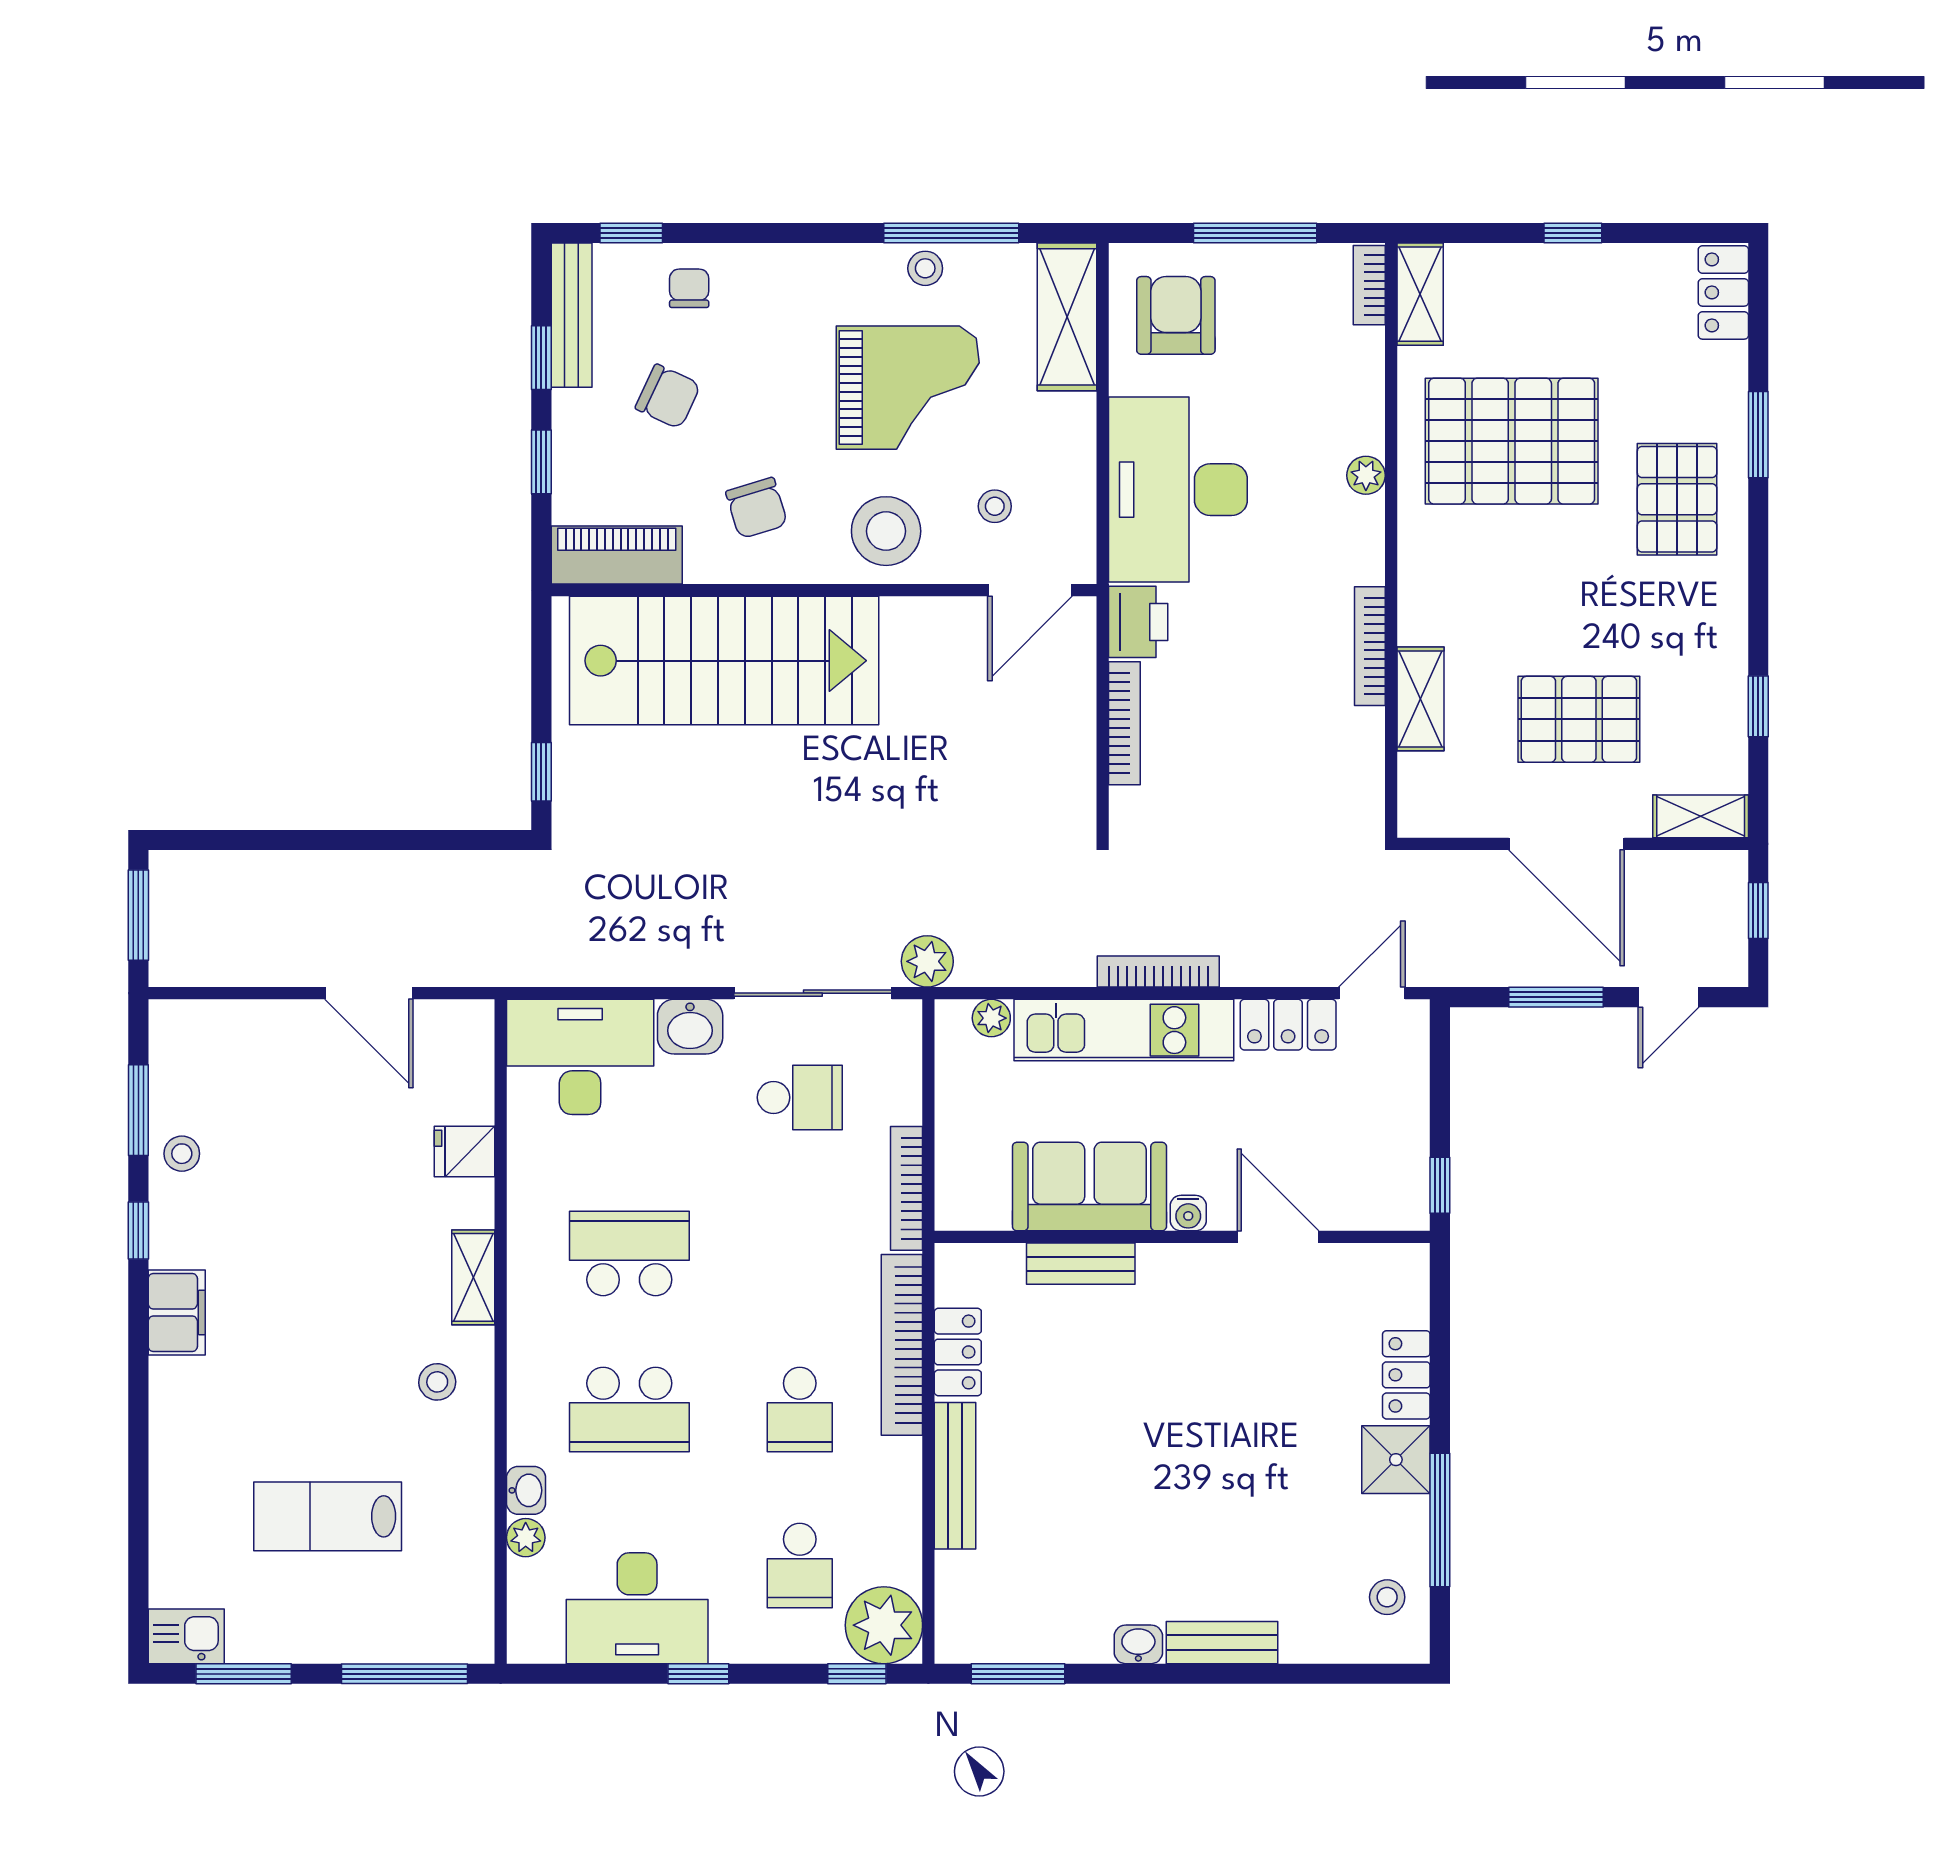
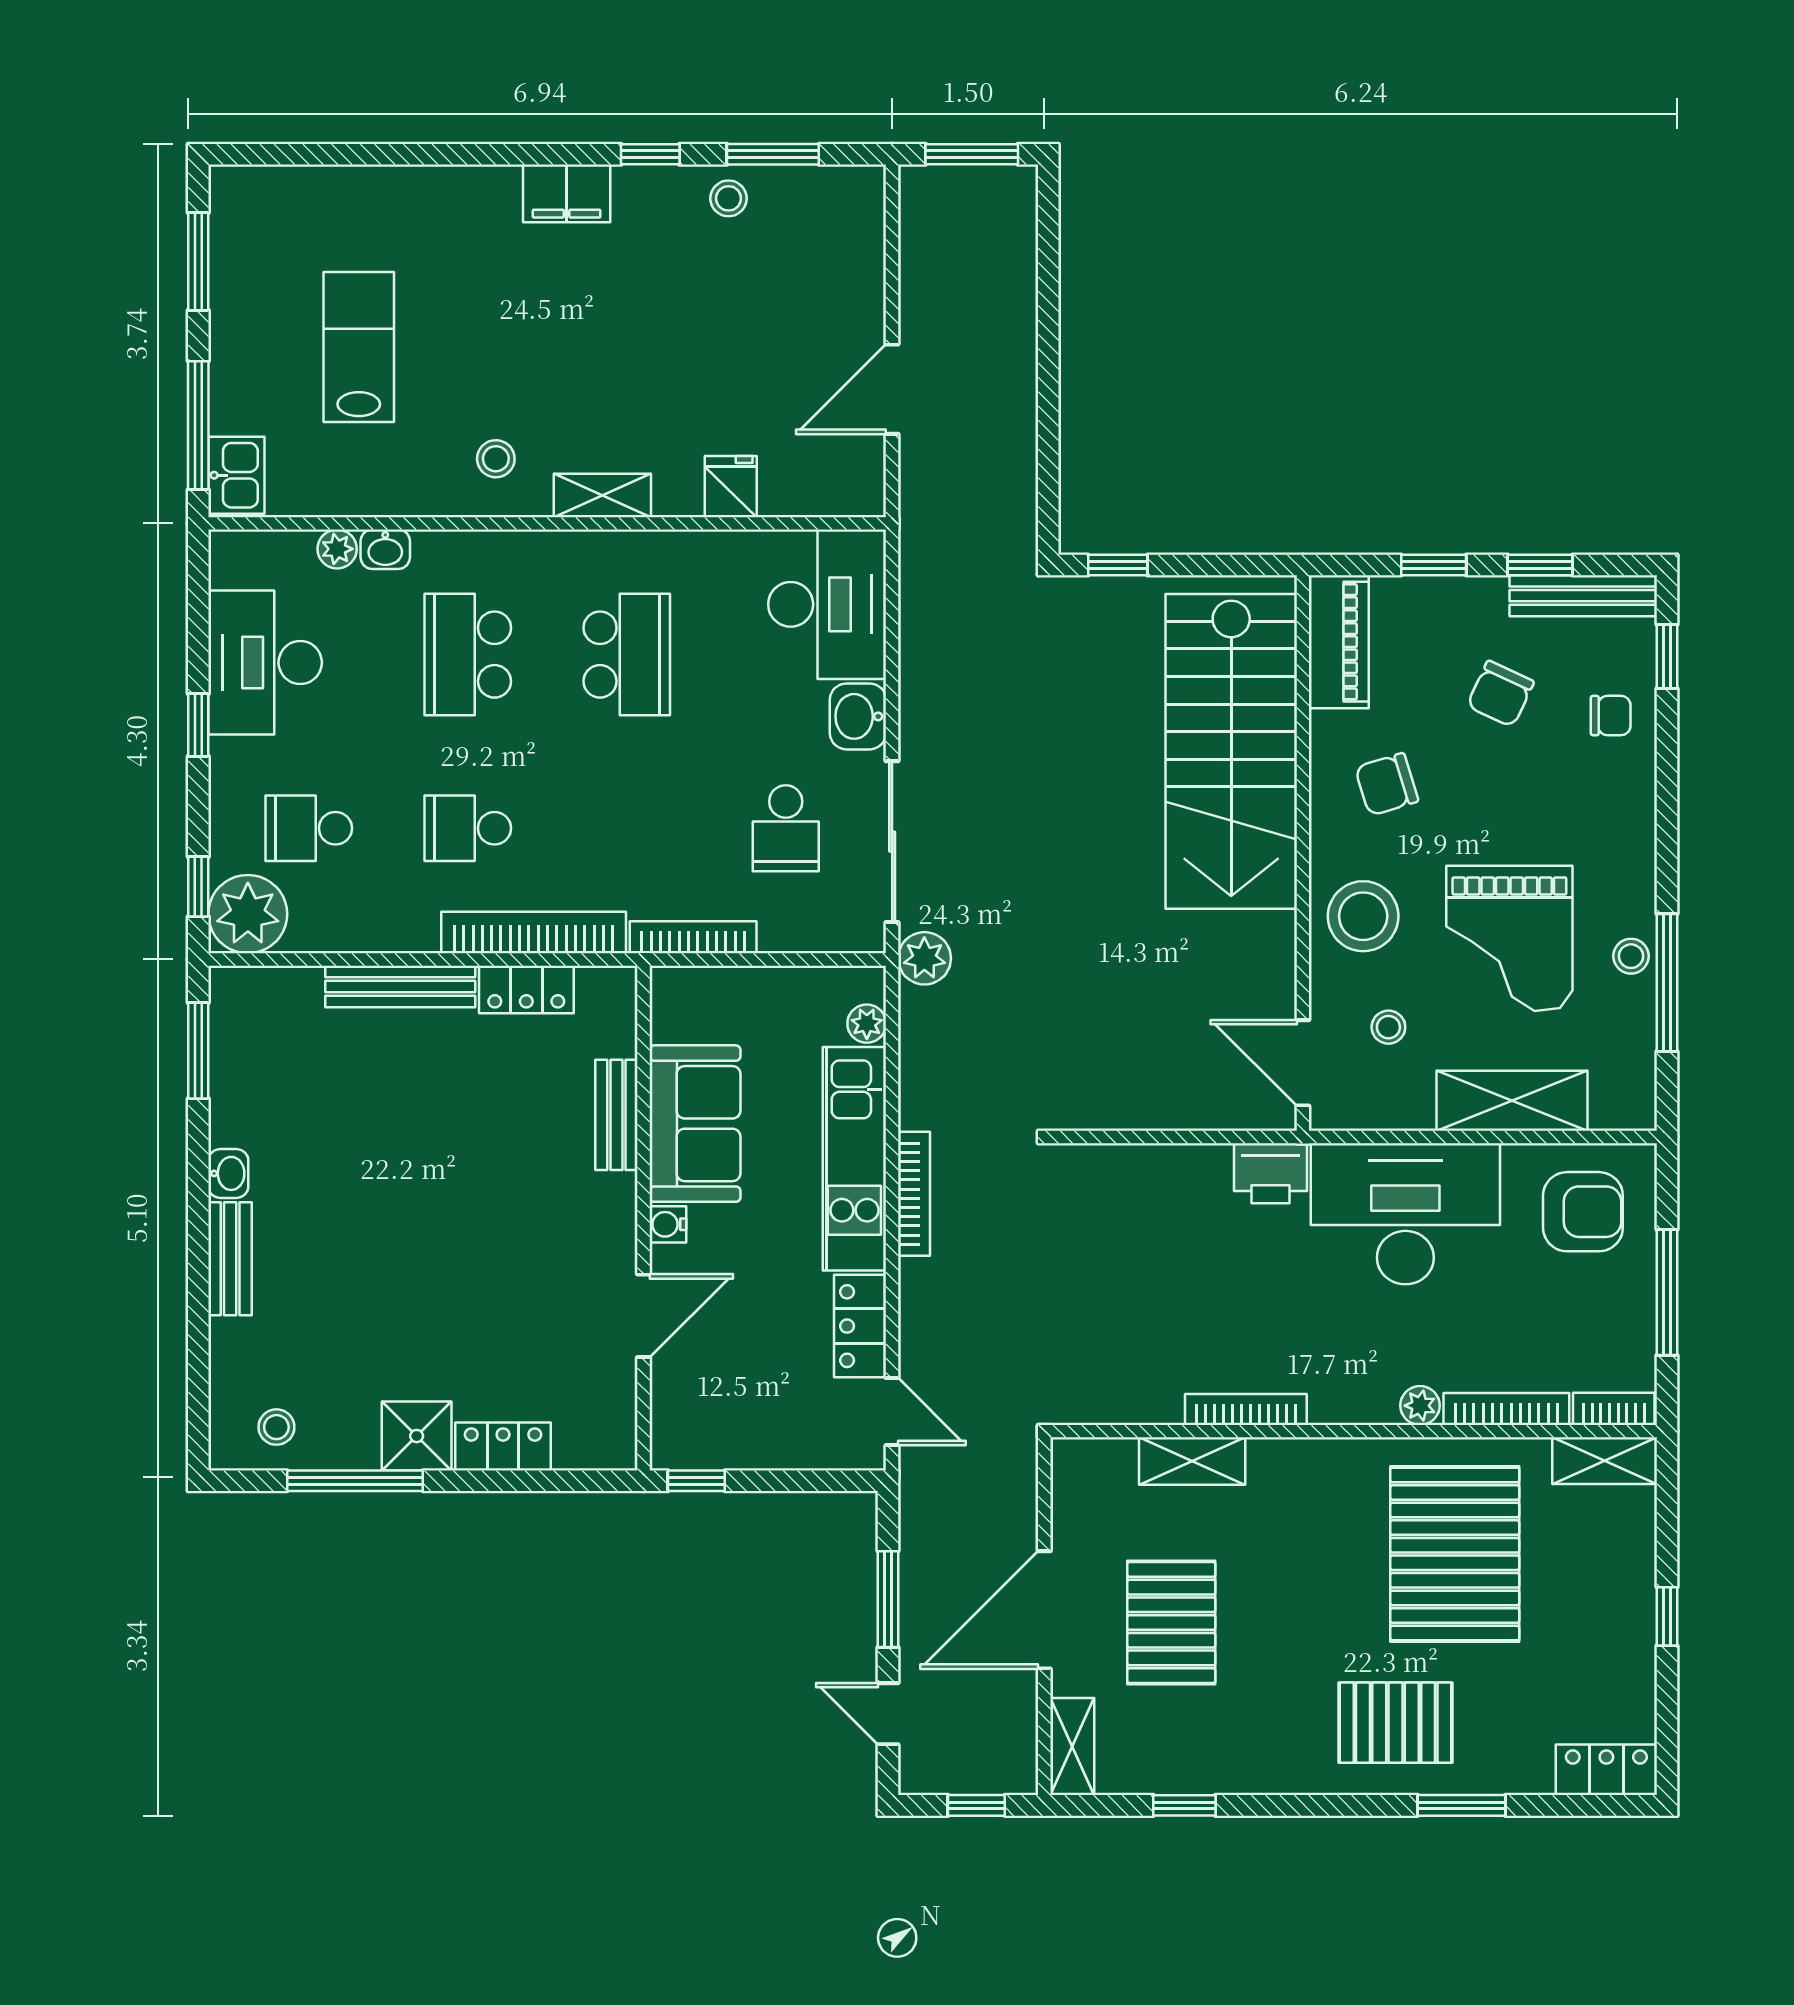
shelving: (1067, 317) -> (1512, 1101), moved
bookcase: (1124, 723) -> (1506, 1409), moved, turned 180
kitchen sink: (186, 1636) -> (236, 475), moved

